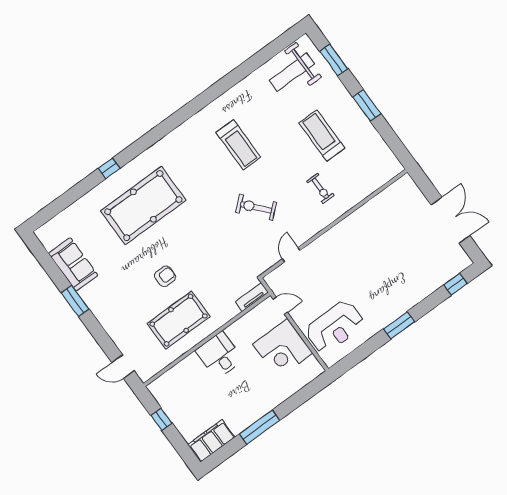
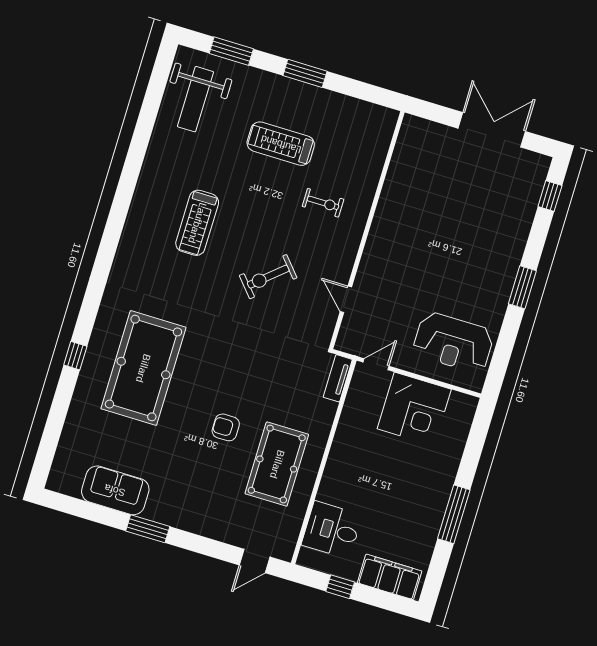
treadmill: (238, 145) -> (197, 223), turned 90
armchair: (165, 276) -> (226, 427), turned -90
reception desk: (335, 327) -> (453, 342), turned 90
desk: (219, 355) -> (332, 530), moved
filing cabinet: (211, 441) -> (390, 577), moved, turned 90

